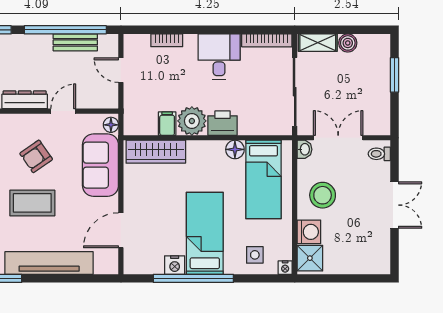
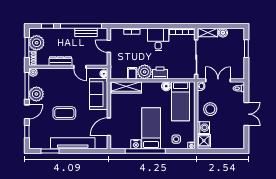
door: (63, 111) -> (80, 67), swing flipped
armchair: (36, 156) -> (66, 90), removed

